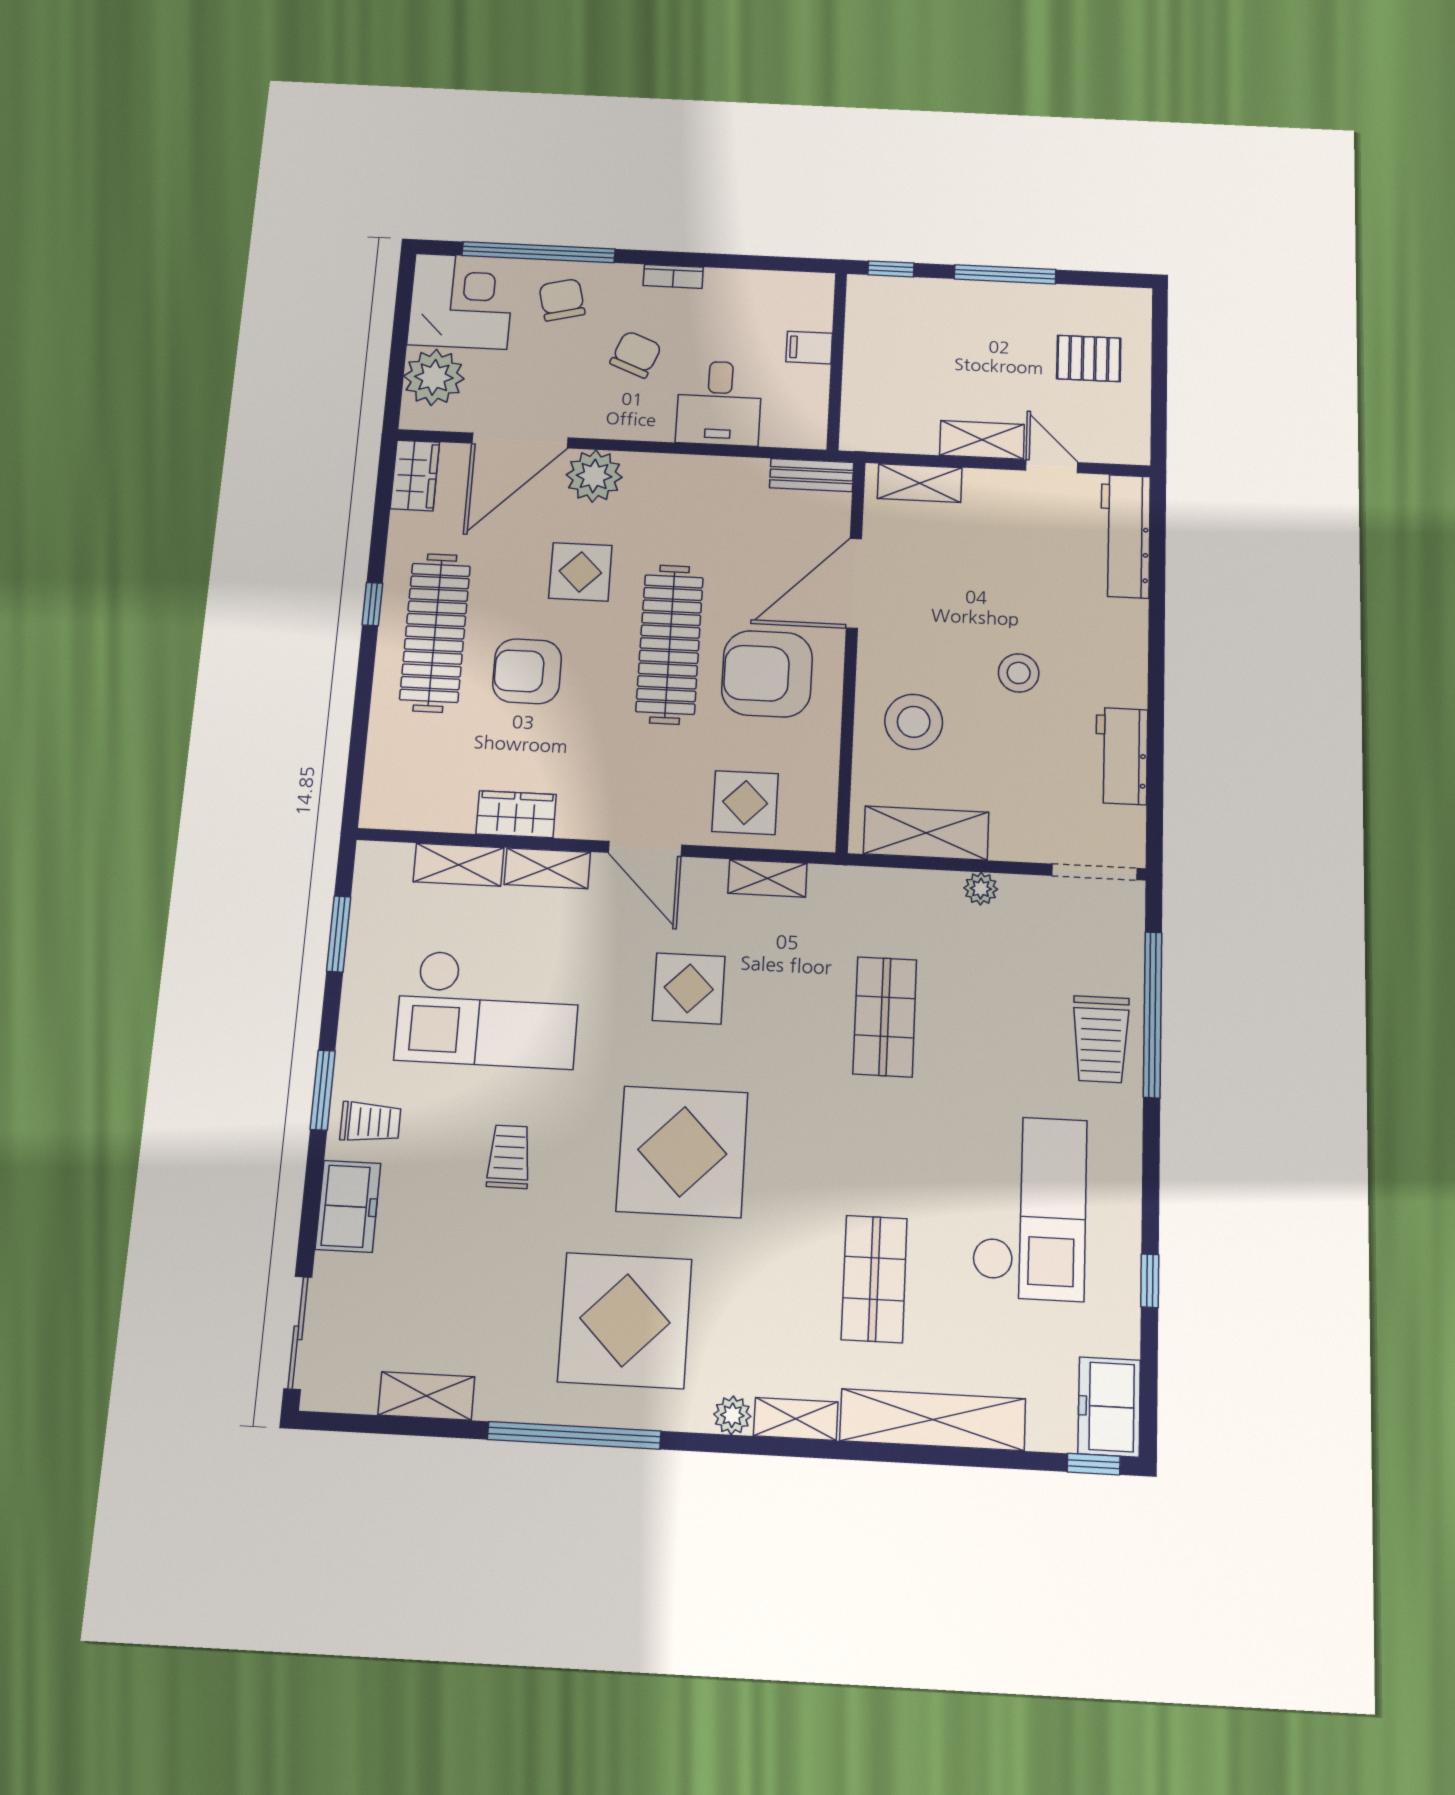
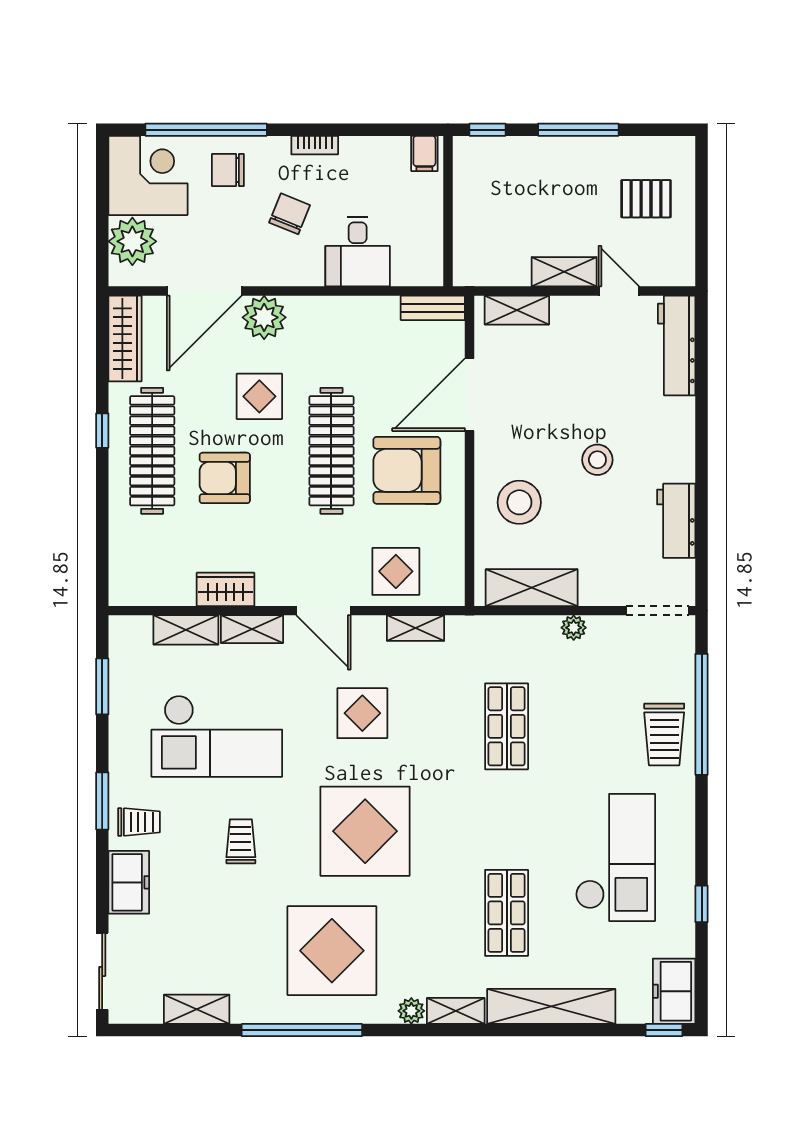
chair: (562, 300) -> (228, 170), turned -76
filing cabinet: (809, 348) -> (424, 153), moved, turned -90
wardrobe: (415, 475) -> (125, 339), width x1.50

